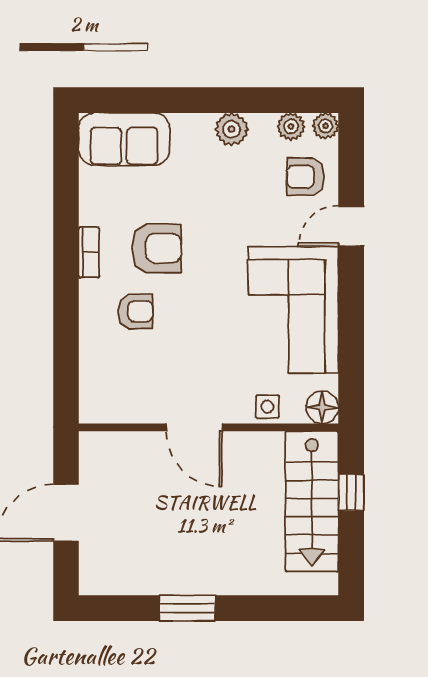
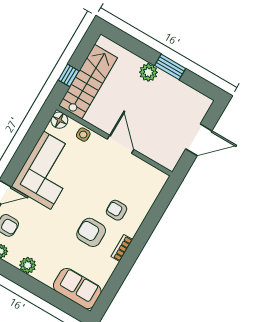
plant: (219, 577) -> (148, 72), added

